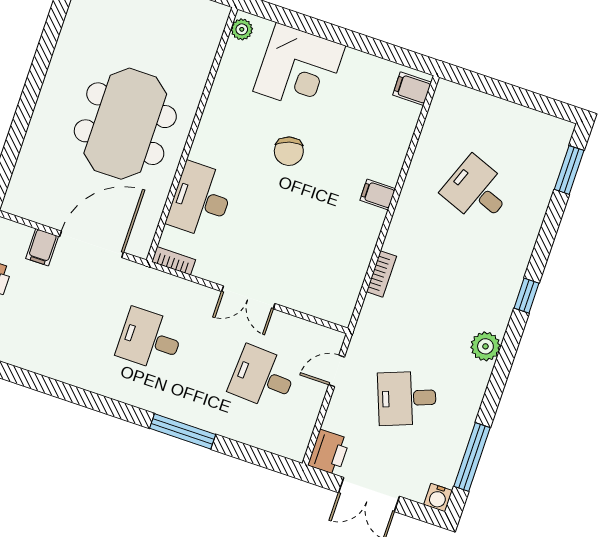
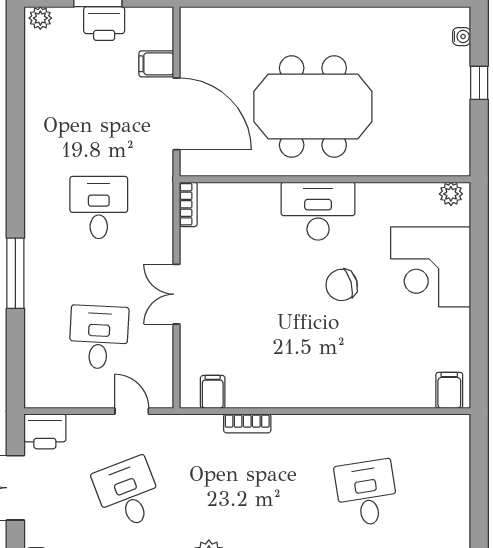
desk: (477, 191) -> (367, 493), turned -30
filing cabinet: (378, 194) -> (213, 392), moved
desk: (201, 200) -> (318, 211), moved

